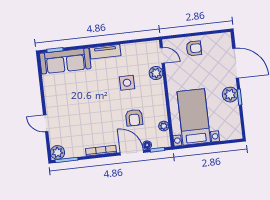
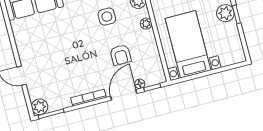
plant: (164, 126) -> (146, 24), moved
door: (132, 153) -> (124, 95), hinge flipped

